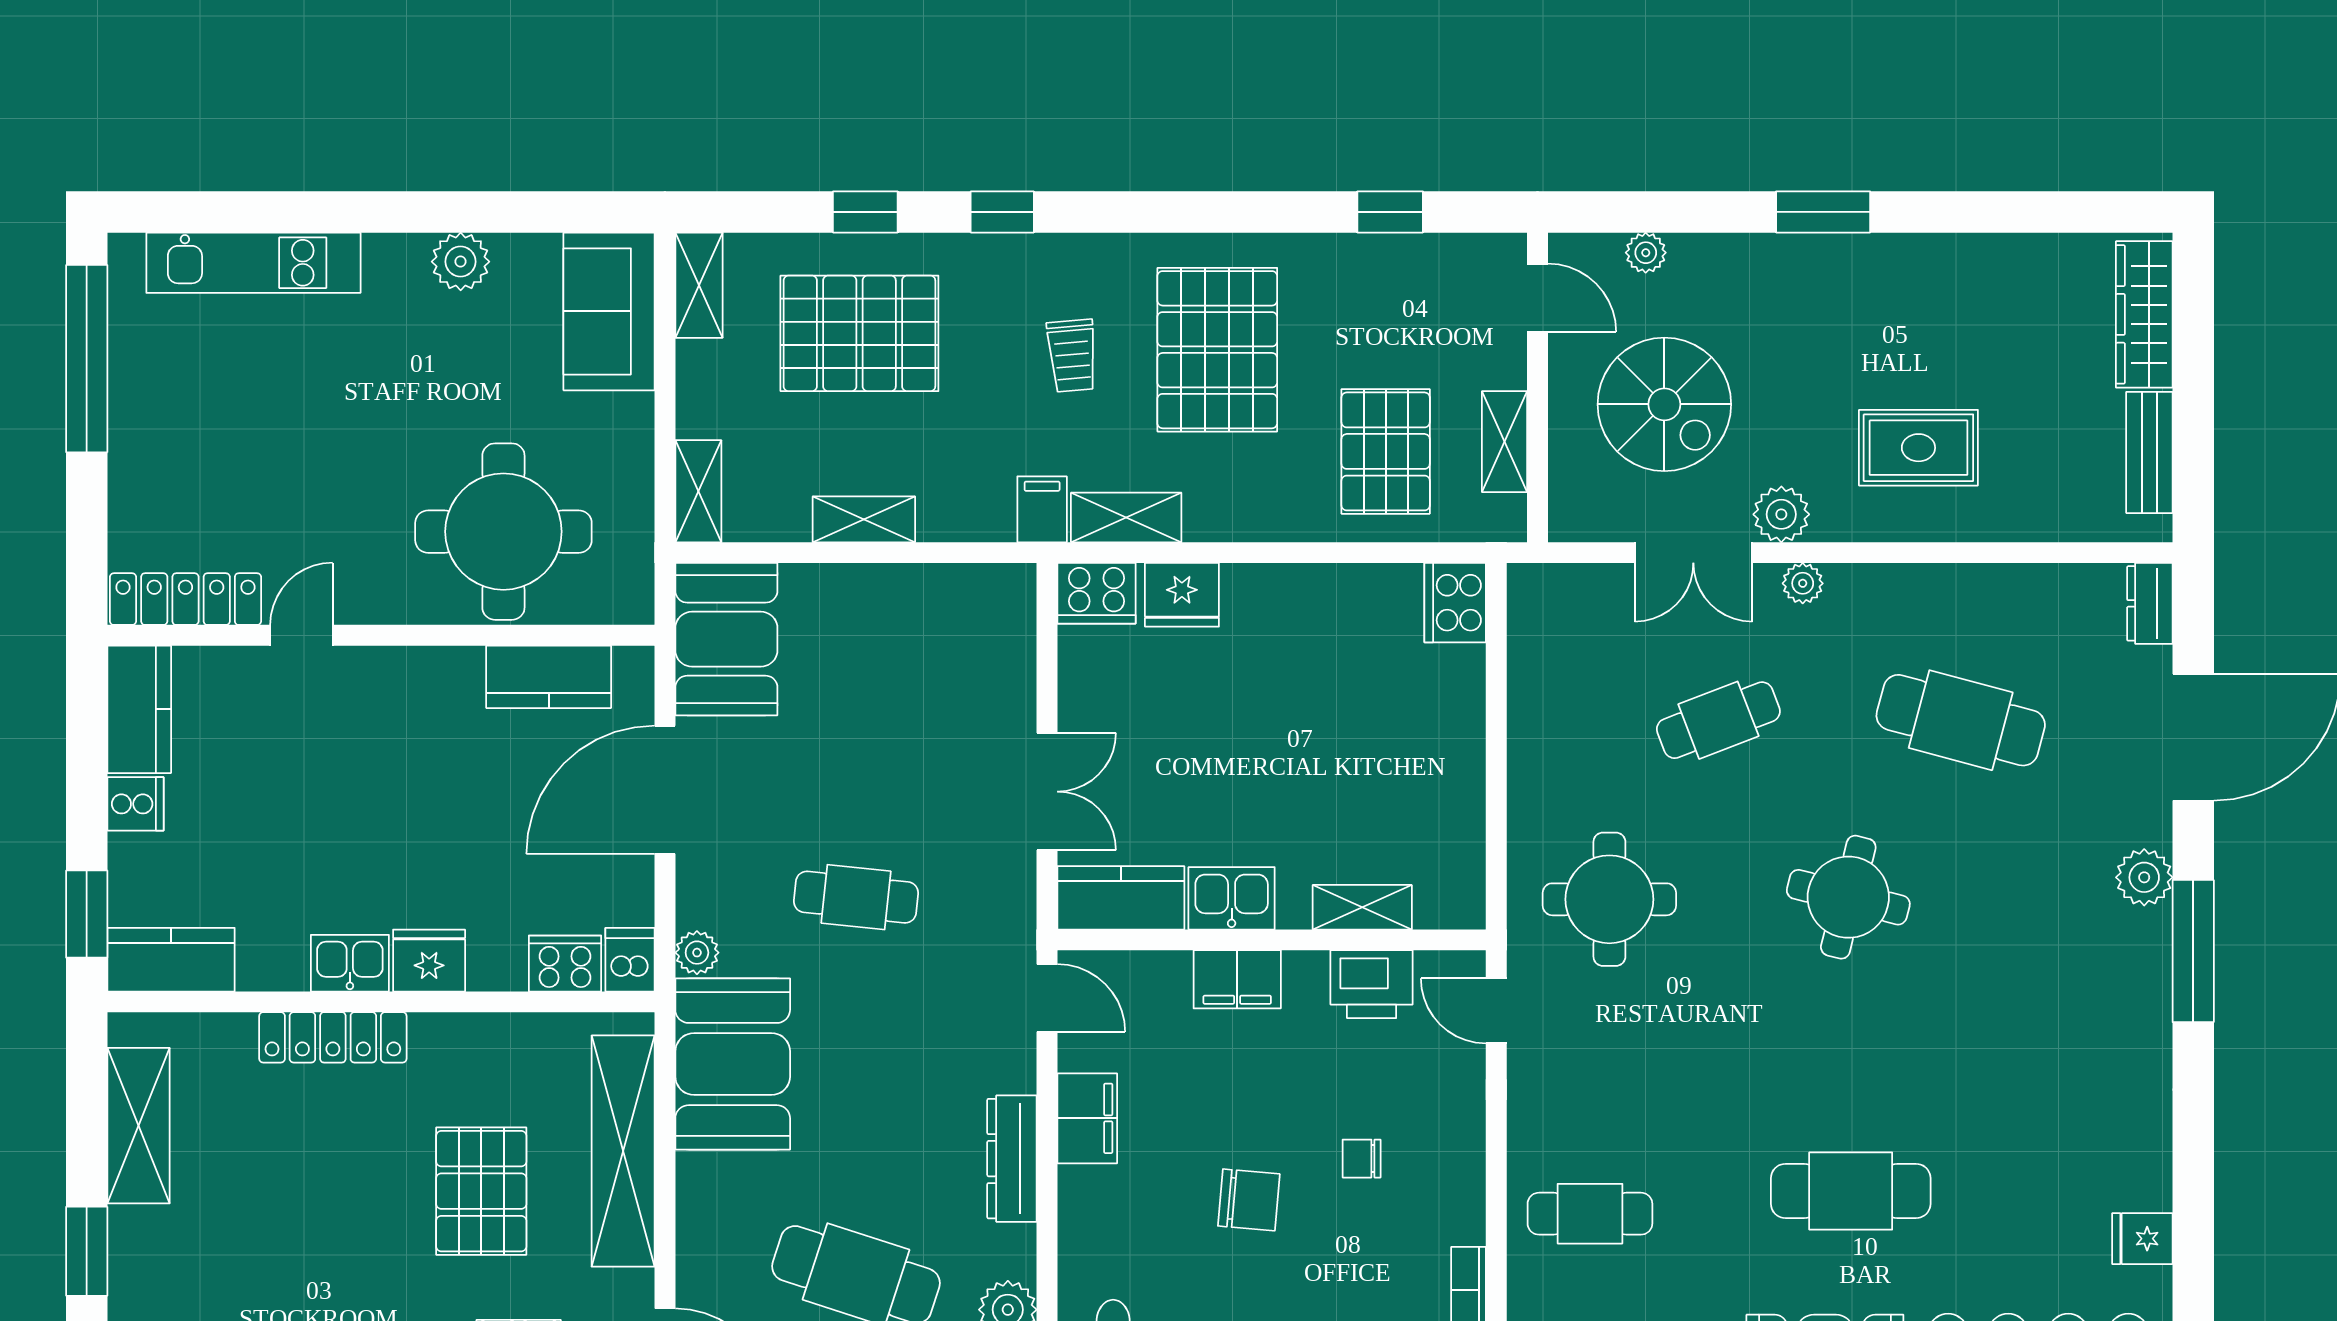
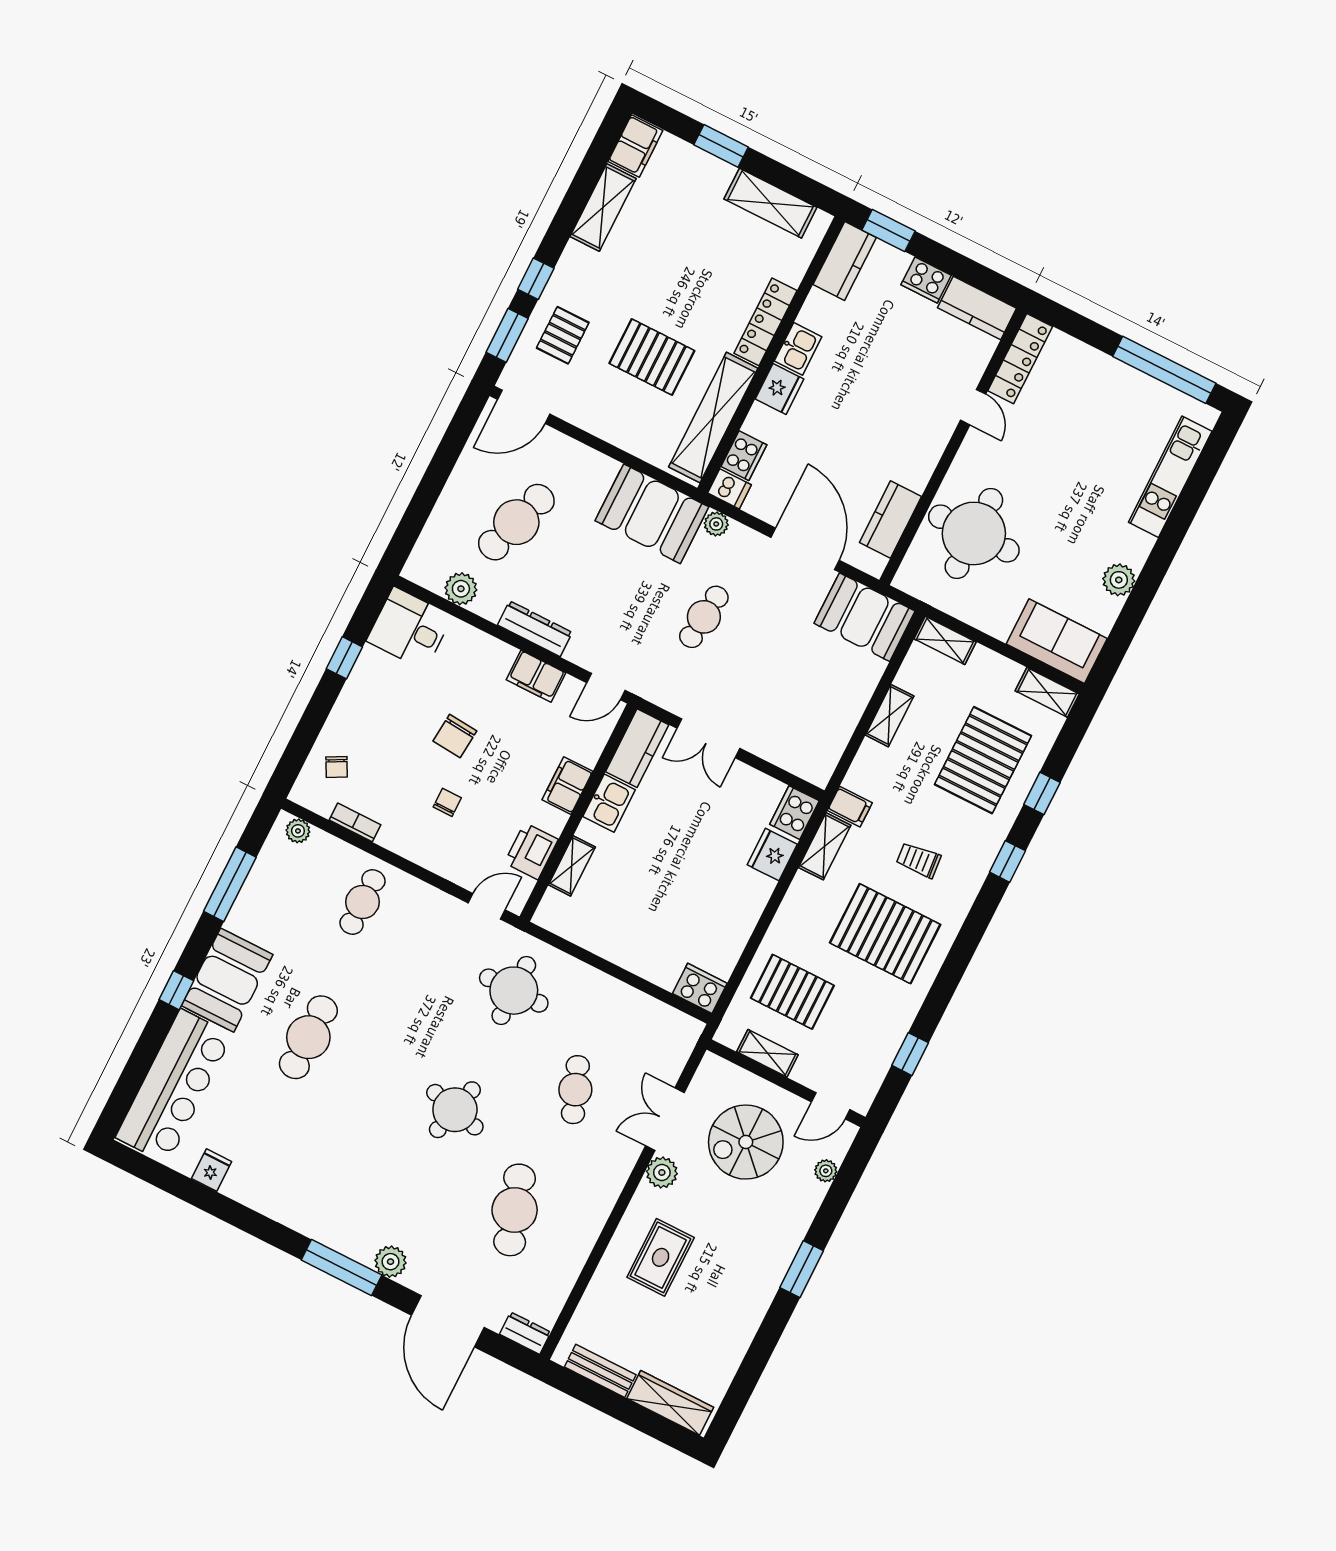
plant: (1803, 583) -> (622, 1166), removed
cafe table: (1961, 720) -> (515, 1210), turned -33
cooker: (135, 804) -> (926, 280), width x1.36
shelving: (623, 1151) -> (713, 418), moved, turned 90

